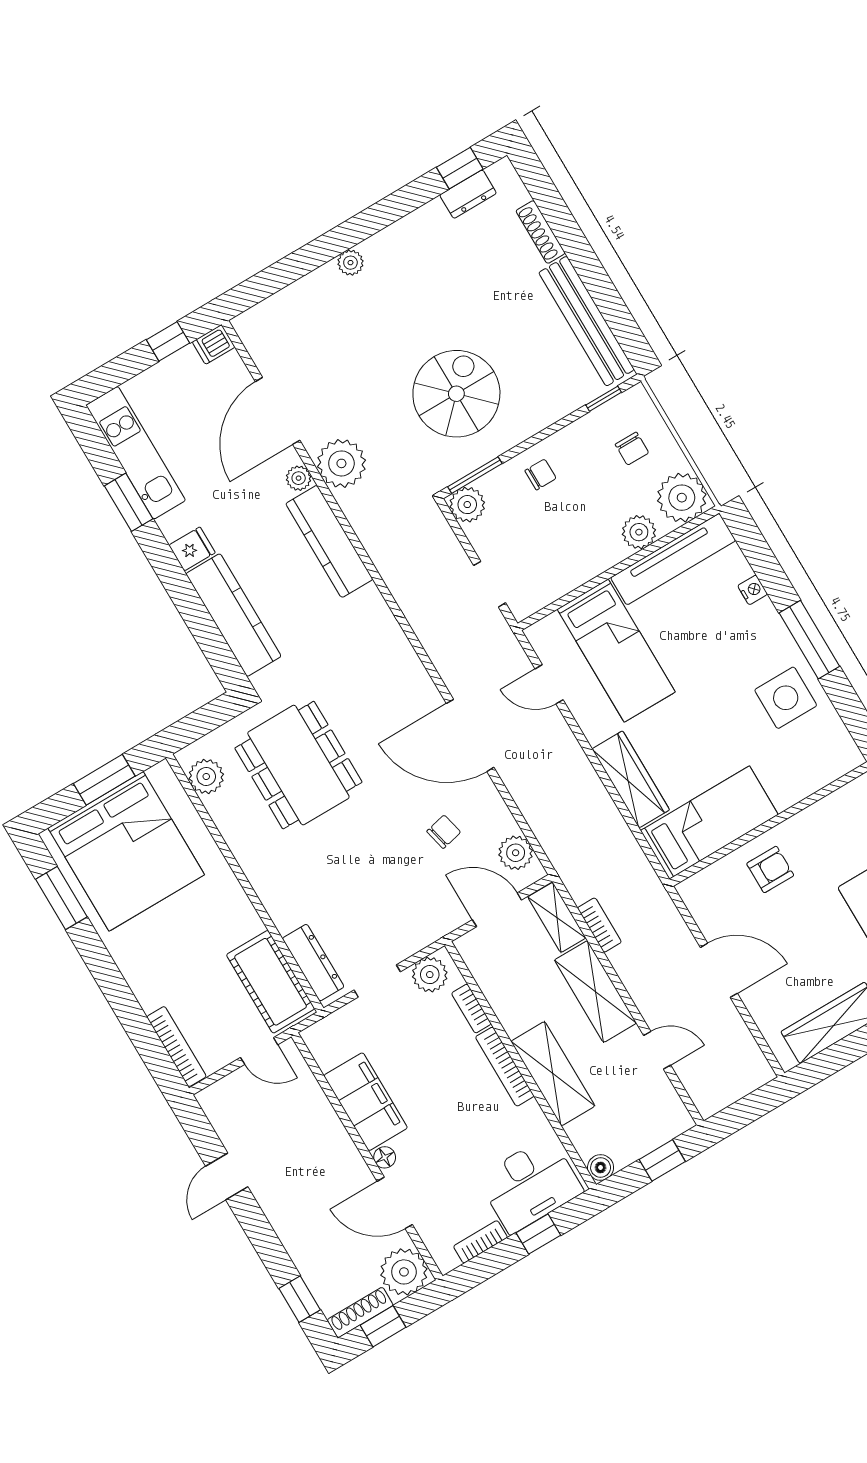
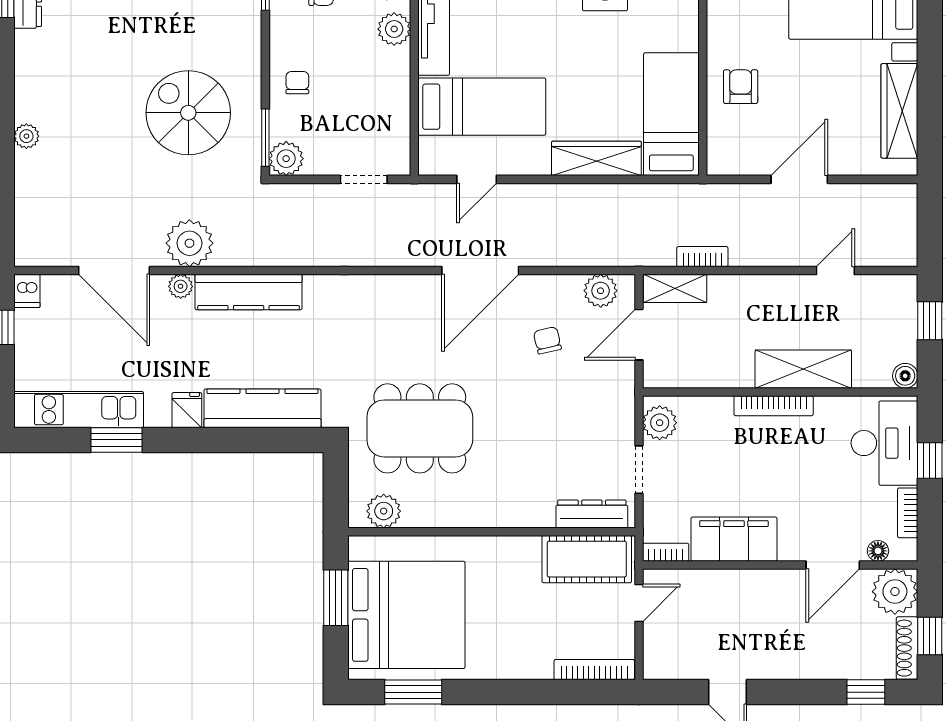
shelving: (595, 992) -> (756, 293), removed
bookcase: (471, 1009) -> (666, 552), moved, turned 180
floor lamp: (385, 1157) -> (878, 551), moved

